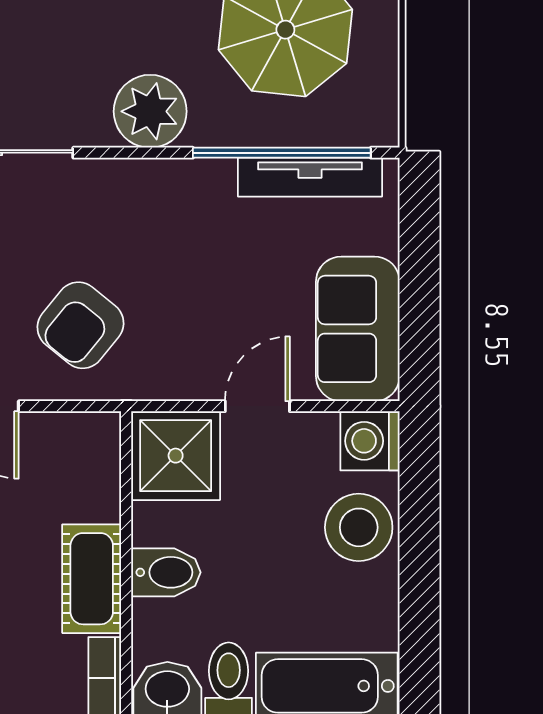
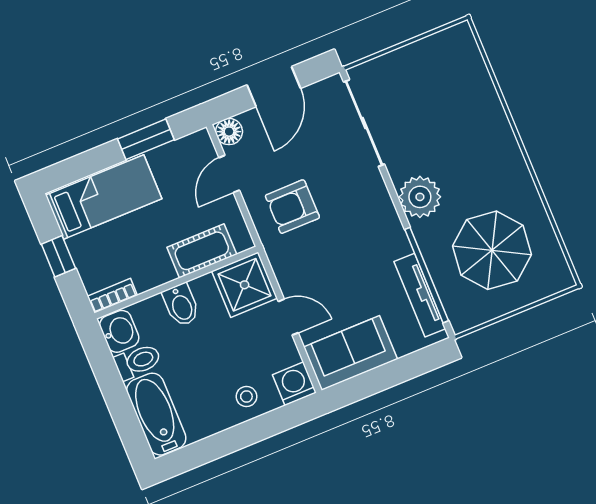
armchair: (80, 325) -> (292, 207), turned -39
stool: (359, 527) -> (246, 397), width x0.53, depth x0.53
cot: (92, 579) -> (202, 251), moved

